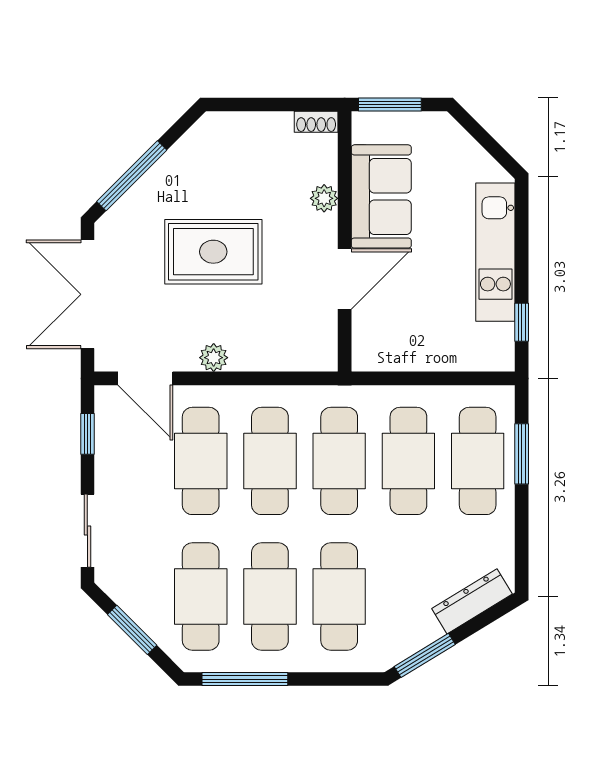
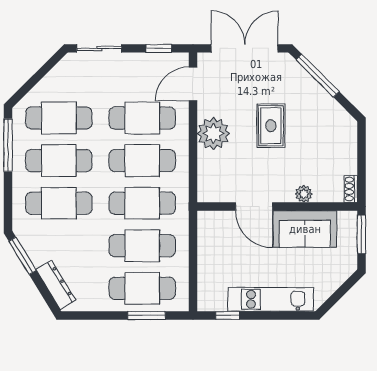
rug: (213, 252) -> (271, 126), width x0.73, depth x0.70
plant: (214, 358) -> (213, 134), width x1.88, depth x1.88
window: (132, 630) -> (38, 76), removed

